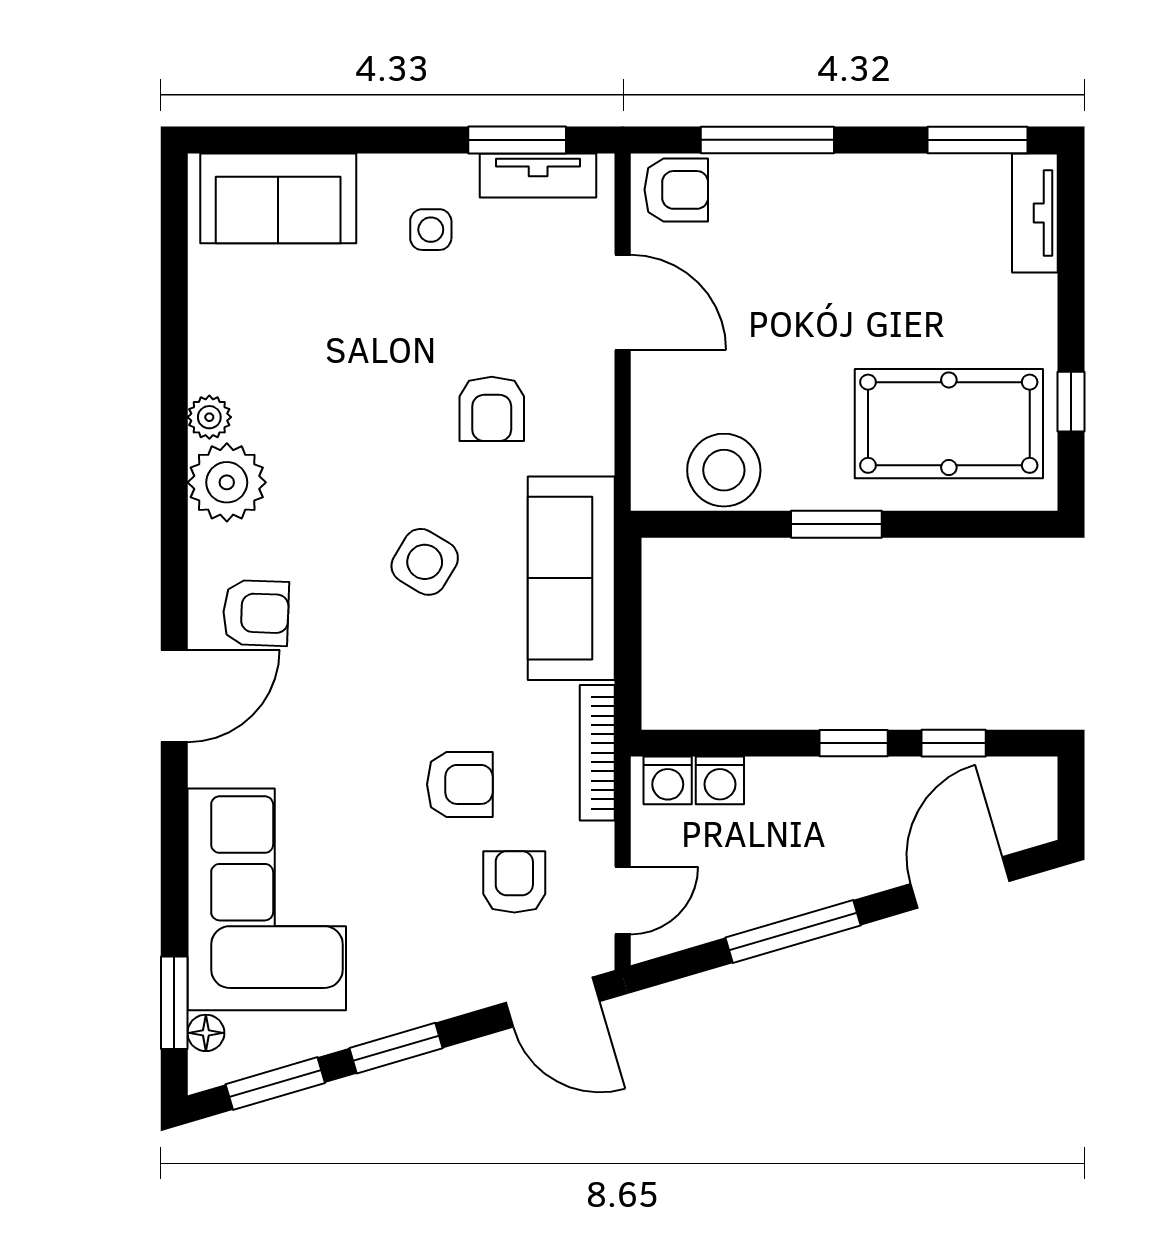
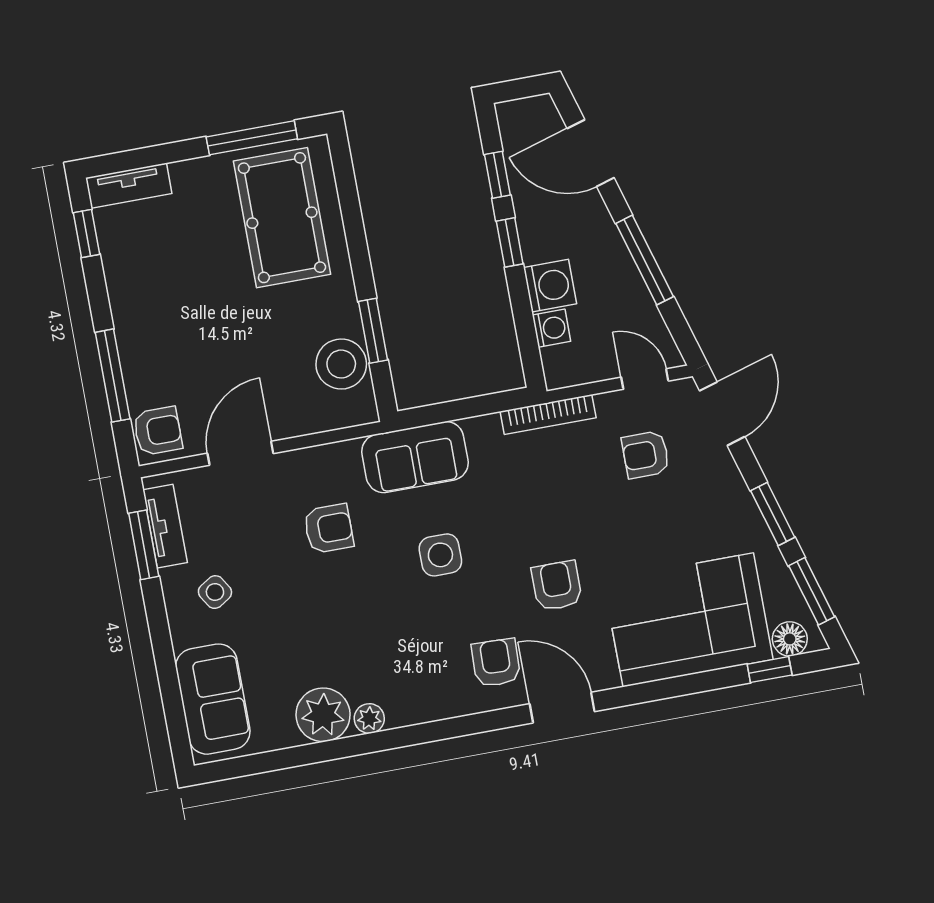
window: (978, 140) -> (87, 233), width x0.67
armchair: (676, 190) -> (158, 431), turned 90
side table: (431, 230) -> (215, 592), turned -32
window: (1071, 402) -> (252, 138), width x2.17
plant: (227, 482) -> (323, 715), moved
window: (836, 524) -> (373, 331), moved
side table: (425, 562) -> (440, 555), turned -31
sofa: (571, 578) -> (415, 457), width x0.73
washing machine: (668, 780) -> (550, 286), moved, width x1.38, depth x1.38
armchair: (460, 784) -> (557, 586), moved
window: (174, 1003) -> (770, 670), width x0.67
floor lamp: (206, 1033) -> (790, 639), width x1.37, depth x1.37

